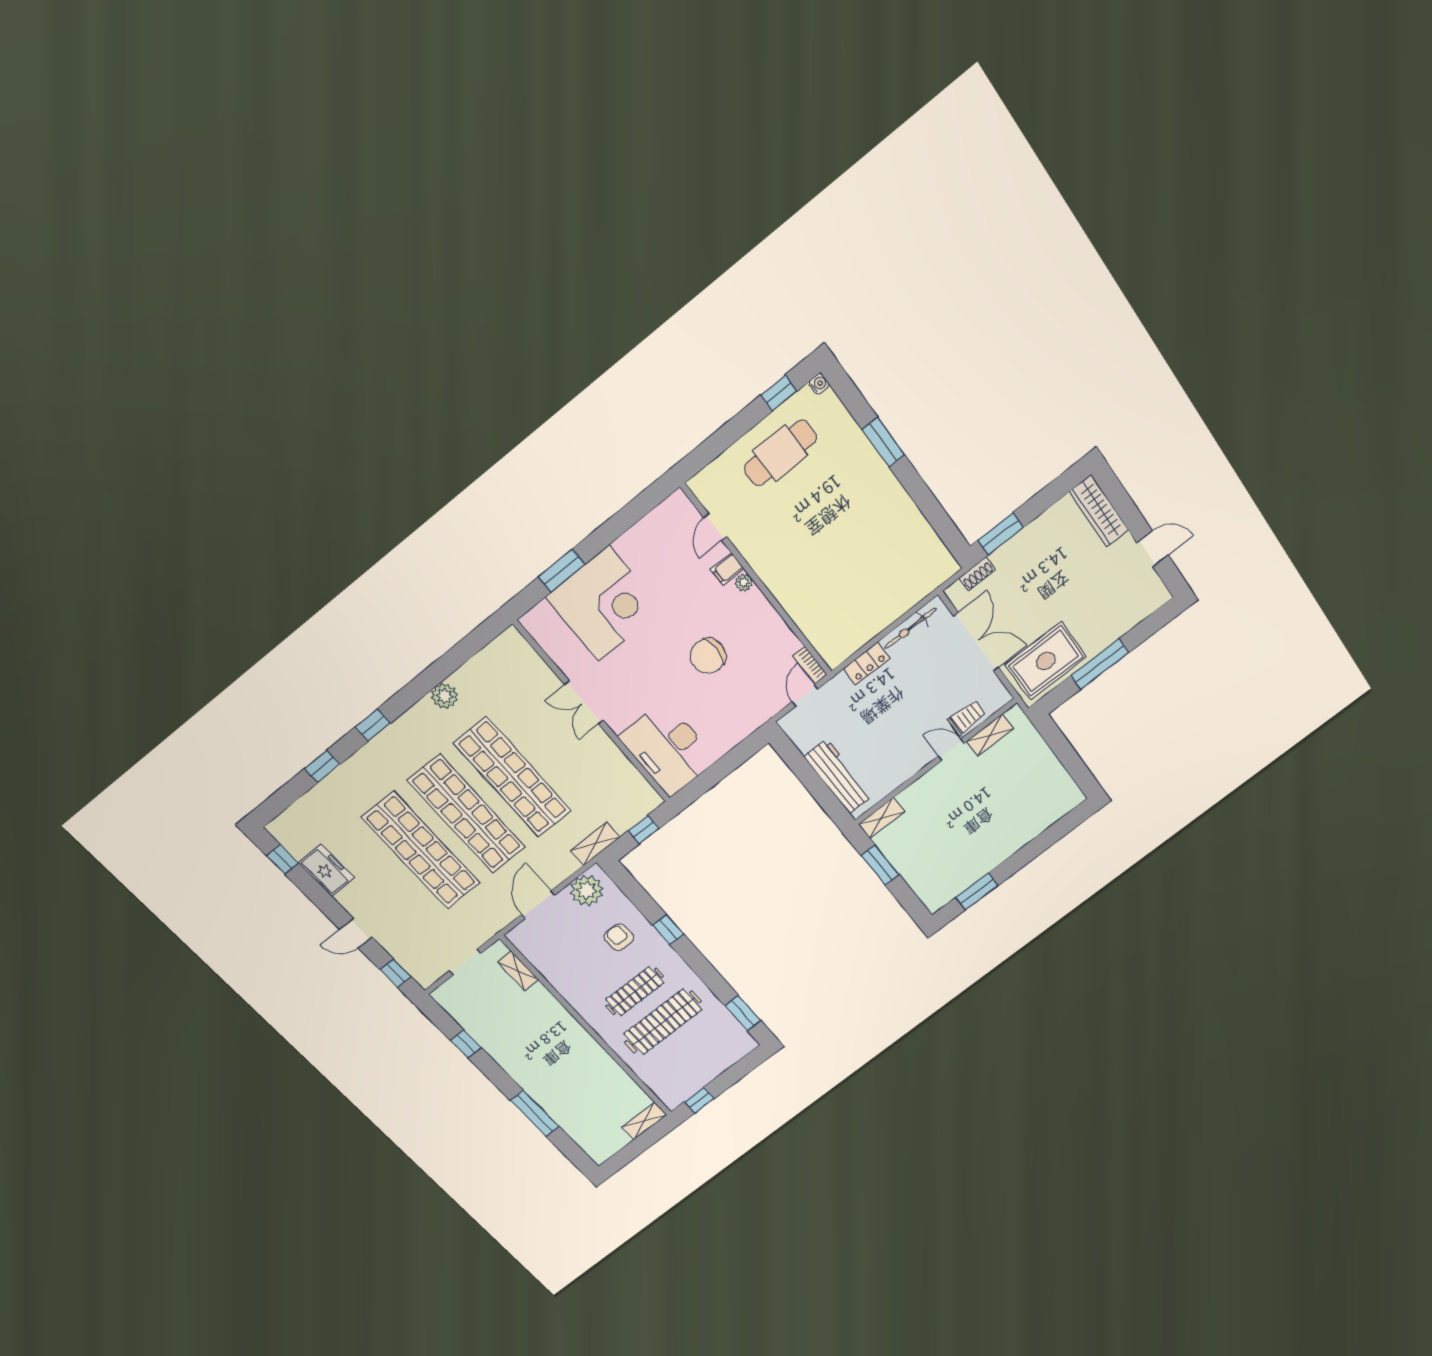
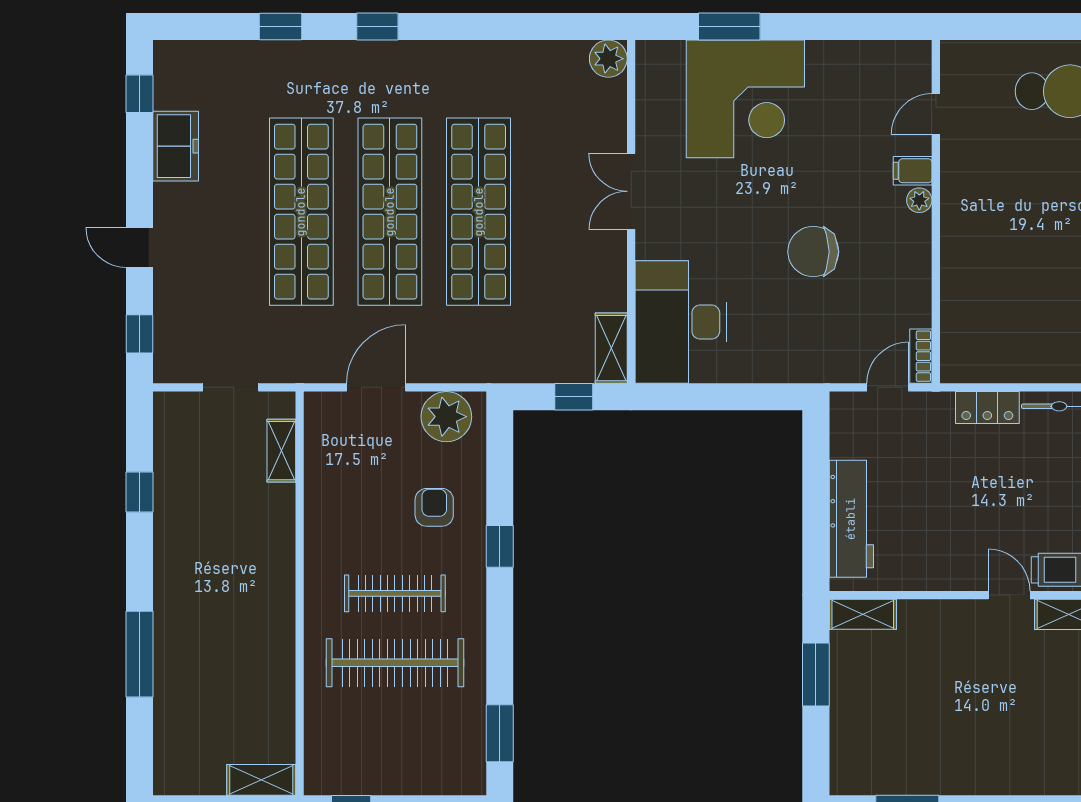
plant: (444, 696) -> (608, 59), moved
shelving: (595, 844) -> (611, 348), moved, turned 90

